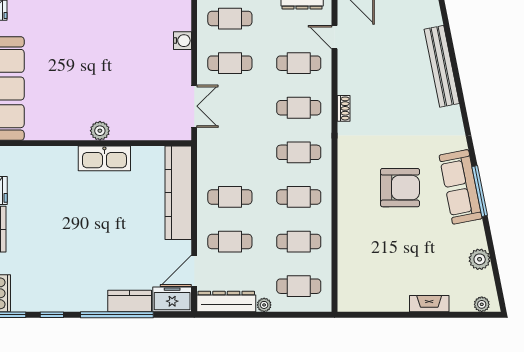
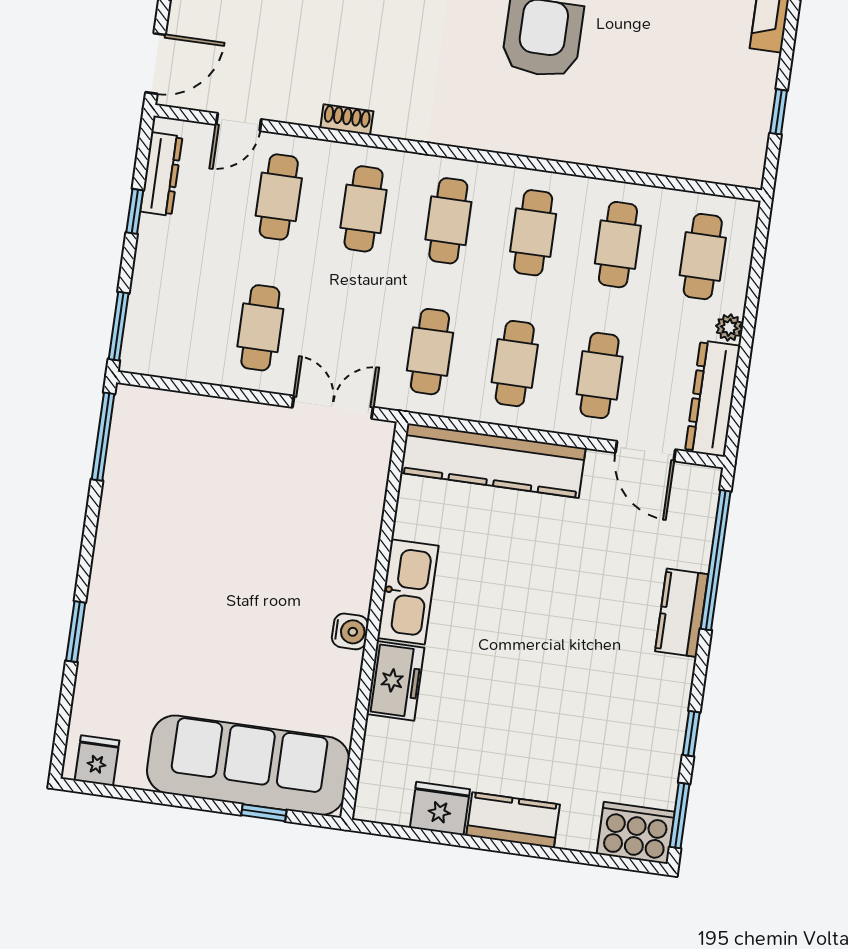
cafe table: (230, 19) -> (430, 352), moved
water cooler: (183, 41) -> (350, 631), moved, turned 90
shoe rack: (344, 108) -> (347, 120), moved
plant: (100, 131) -> (354, 593), removed
freezer: (172, 299) -> (395, 681), moved, turned 180
kitchen counter: (130, 301) -> (682, 613), moved
window: (117, 315) -> (716, 560), moved
window: (379, 315) -> (779, 112), added

